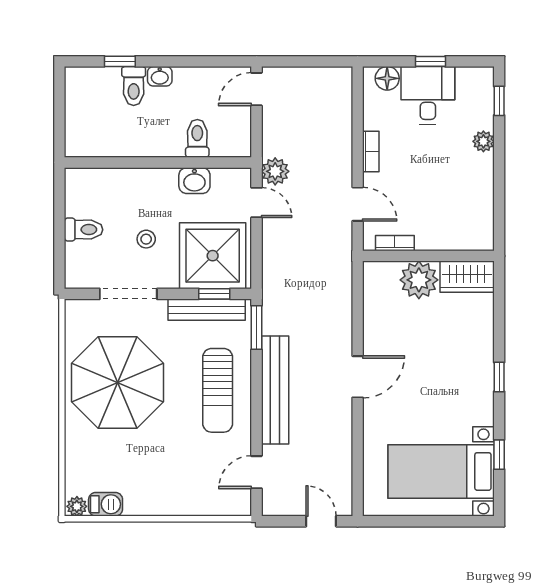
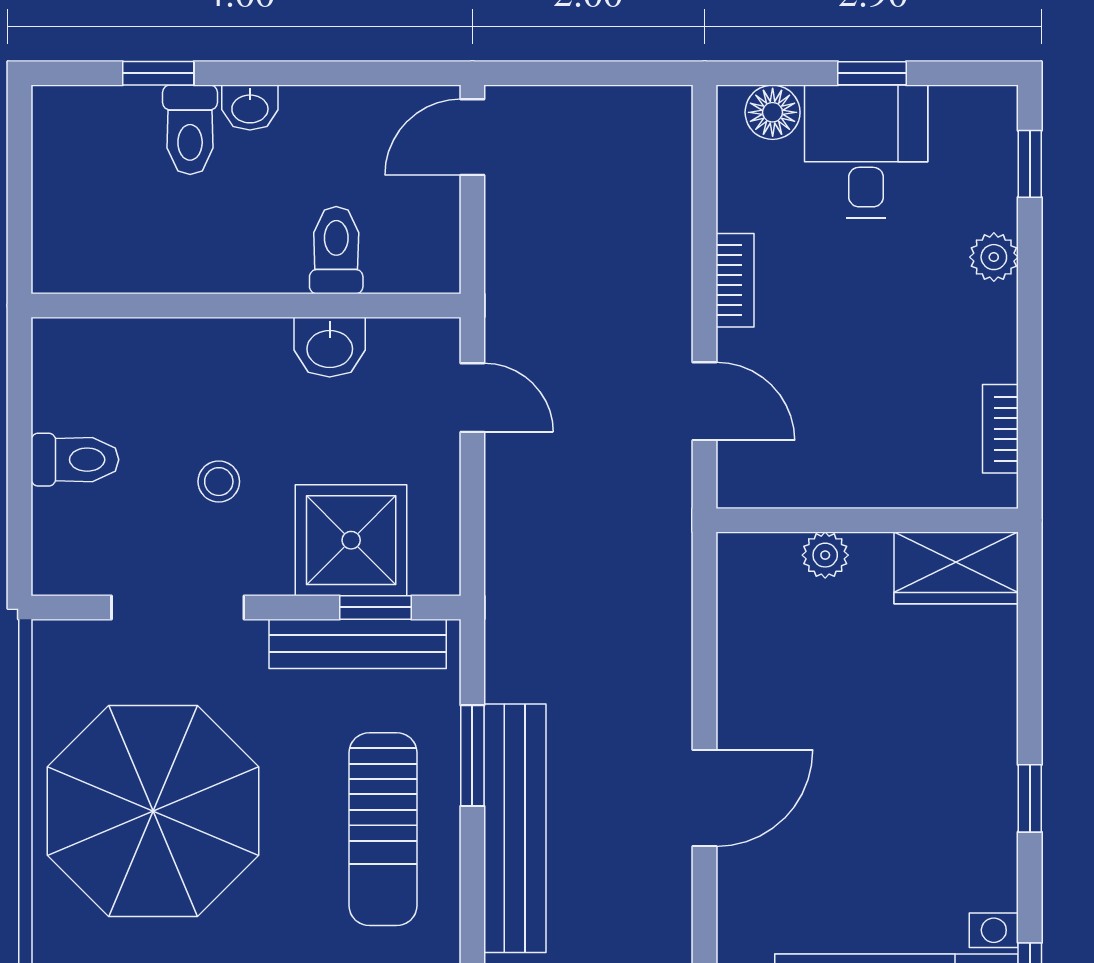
plant: (275, 171) -> (515, 326), removed
bookcase: (395, 243) -> (1000, 429), moved, turned -90
shower: (213, 256) -> (351, 540), width x0.73, depth x0.73
plant: (419, 280) -> (825, 555), width x0.53, depth x0.53
window: (257, 328) -> (472, 756), moved

